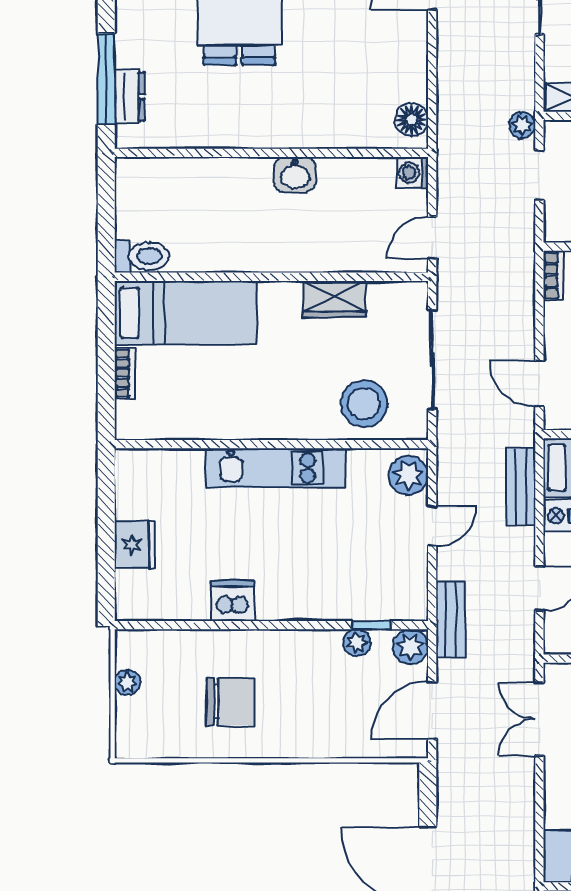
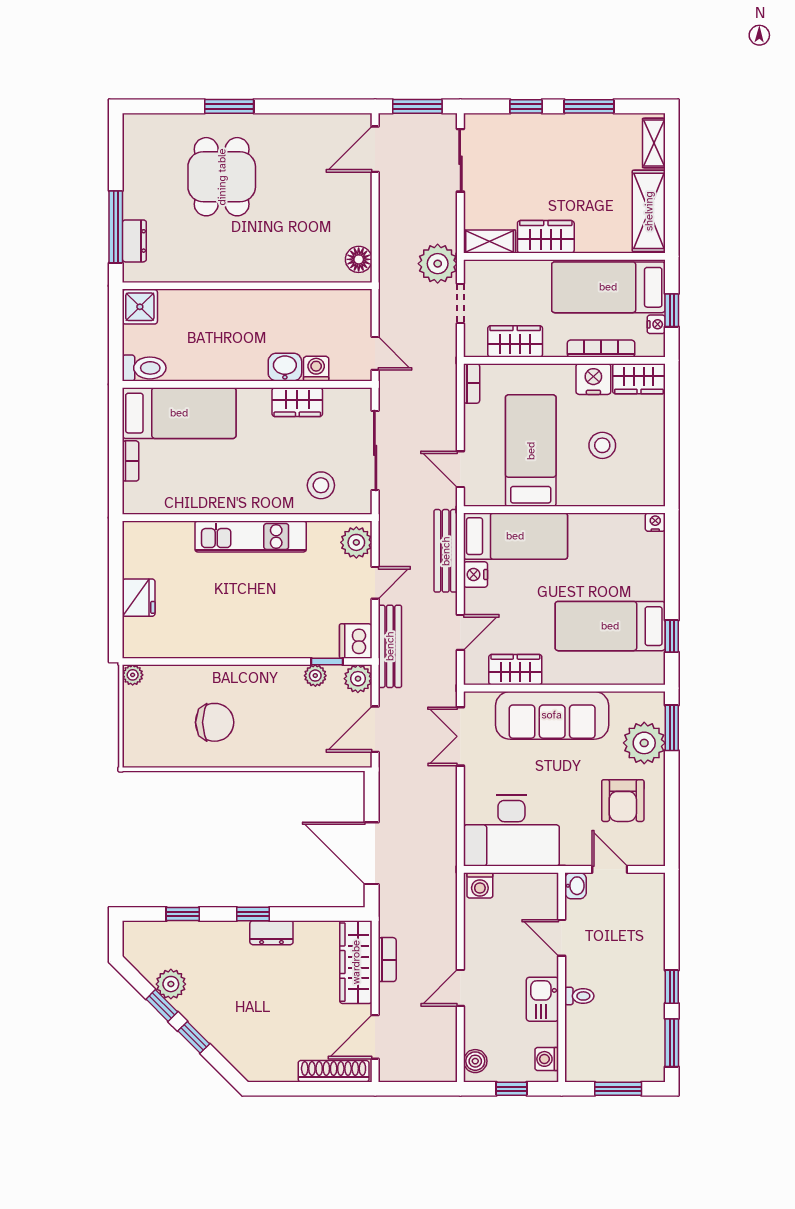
plant: (522, 125) -> (438, 264), width x1.87, depth x1.87
washing machine: (412, 172) -> (316, 369), moved, turned 90
washbasin: (295, 174) -> (285, 367), moved, turned 180
shower: (136, 179) -> (140, 307), added
door: (432, 238) -> (375, 353), swing flipped
stool: (364, 404) -> (321, 485), width x0.73, depth x0.73
bench: (521, 486) -> (446, 551), width x1.36
dishwasher: (232, 601) -> (356, 641), moved, turned -90
bench: (451, 620) -> (390, 646), width x1.36
plant: (127, 682) -> (133, 675), moved

